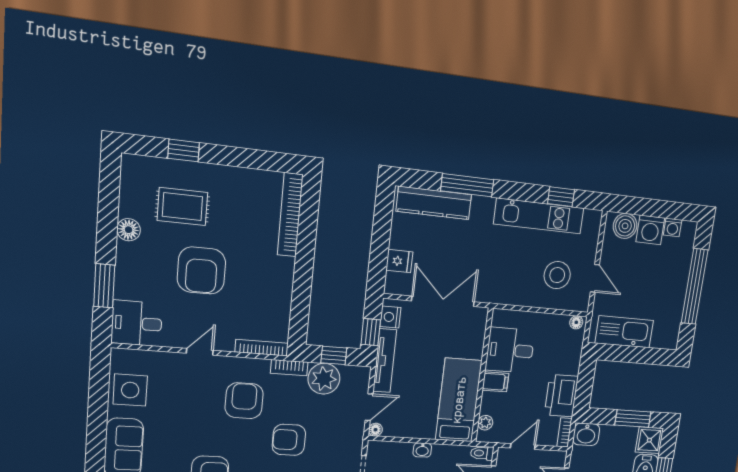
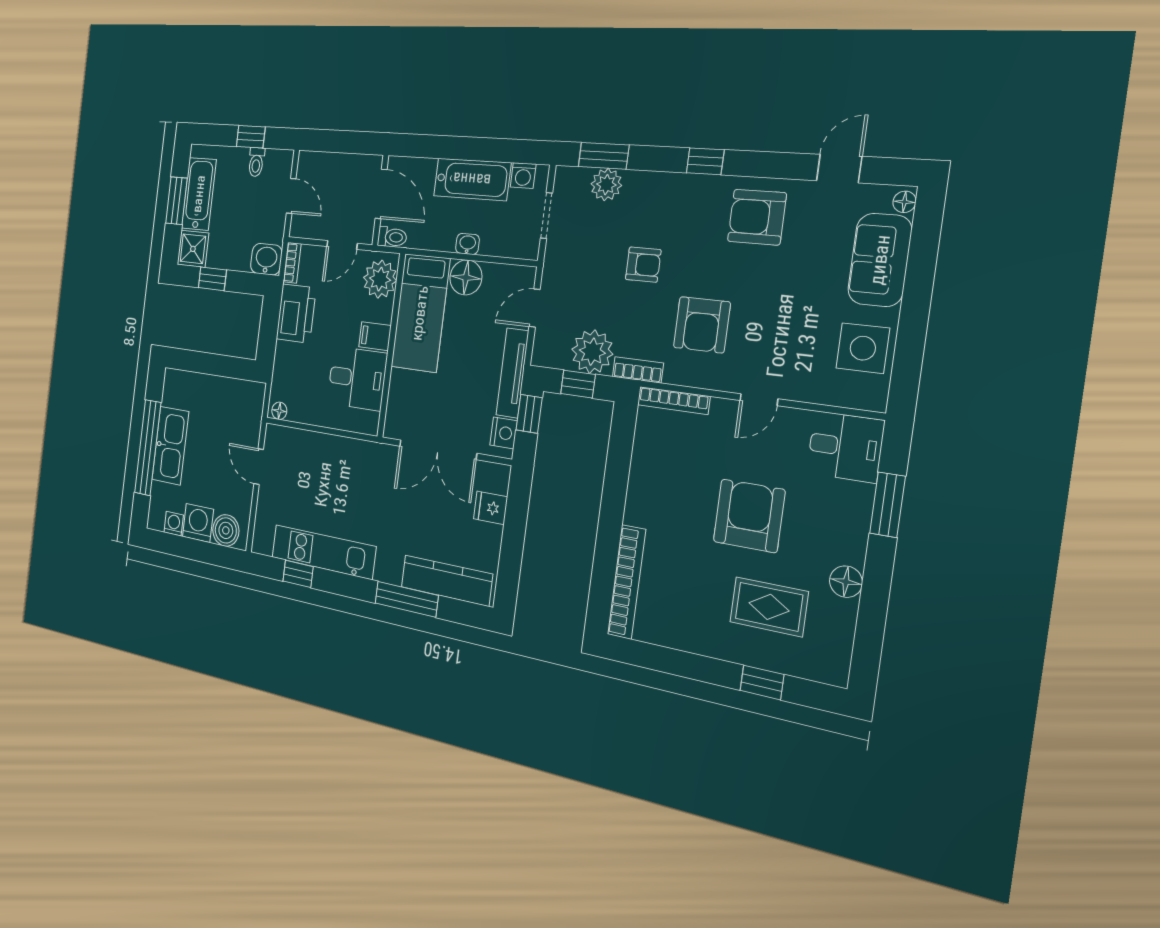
stool: (557, 275) -> (302, 474), removed
kitchen sink: (624, 332) -> (170, 446), moved, turned -90
window: (633, 419) -> (212, 279), width x0.67
plant: (485, 423) -> (380, 279), width x1.88, depth x1.88
floor lamp: (375, 430) -> (466, 277), moved, width x1.89, depth x1.89
armchair: (289, 440) -> (643, 265), width x0.72, depth x0.72

